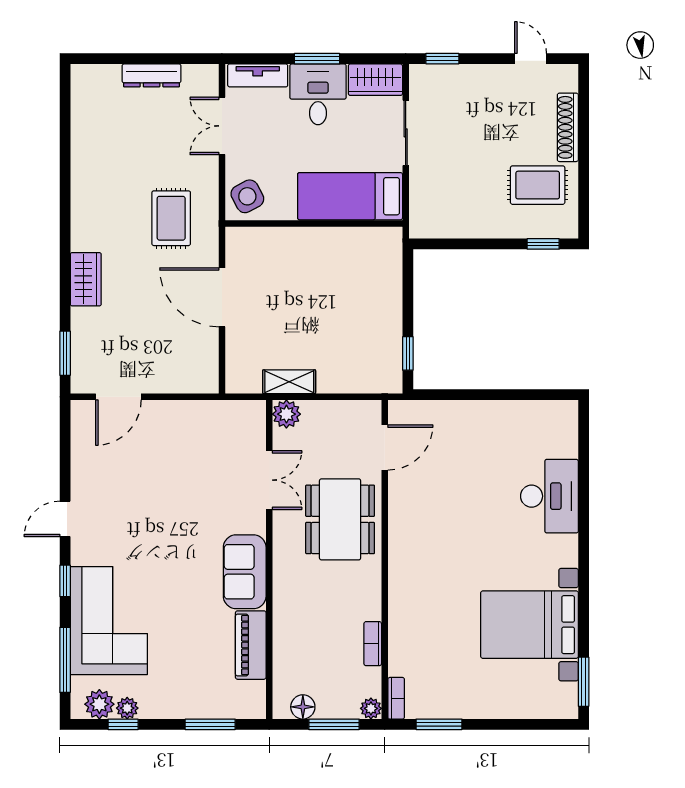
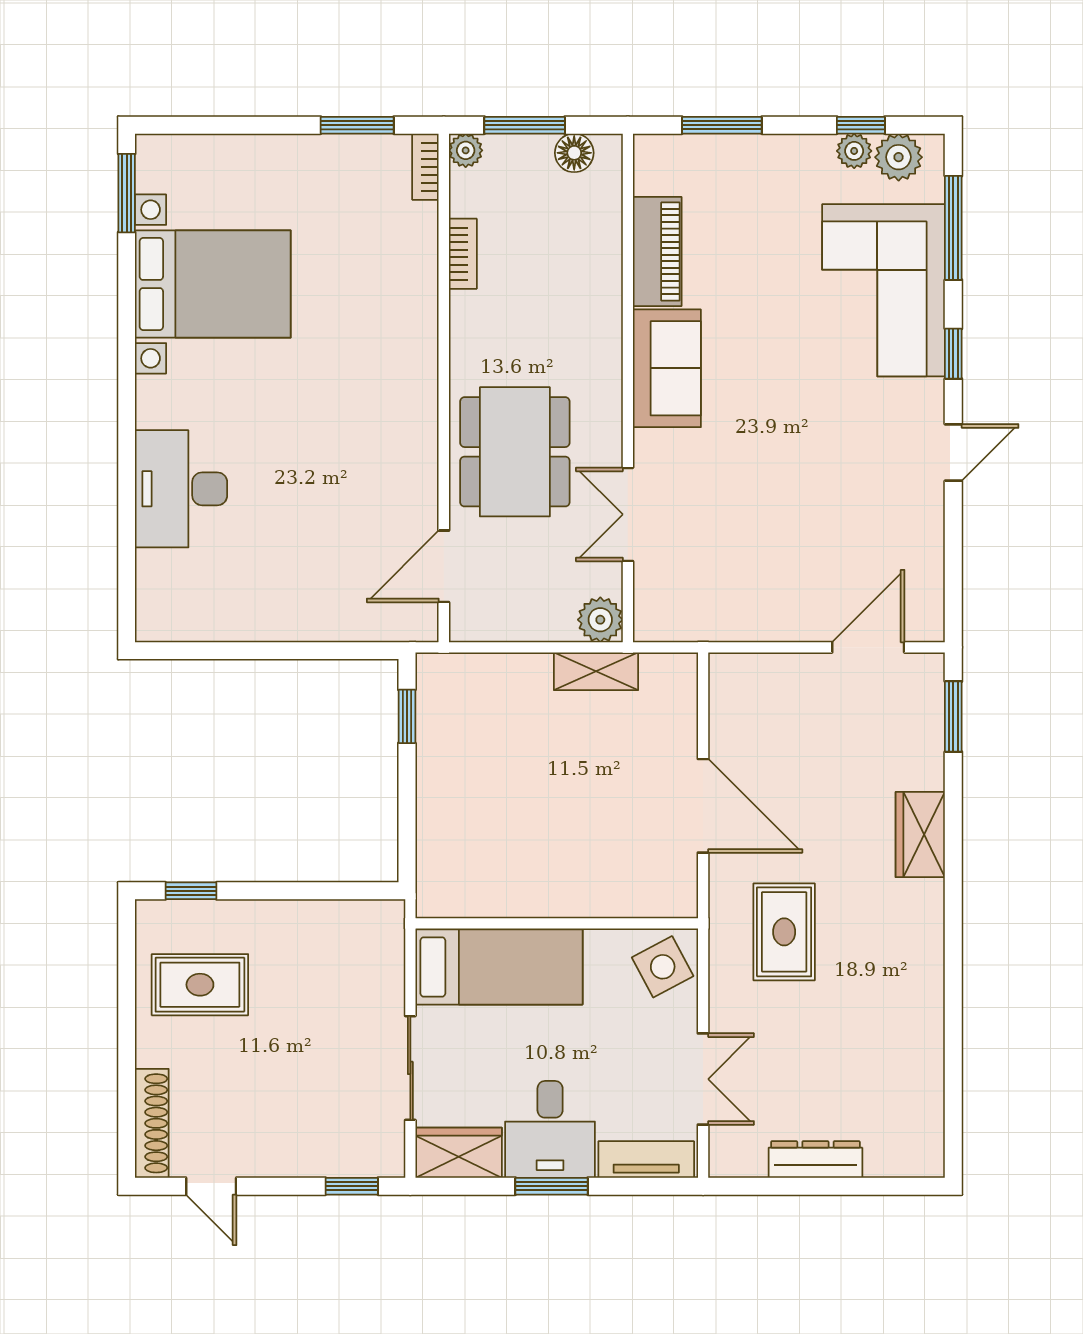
shoe rack: (568, 127) -> (152, 1123), moved

